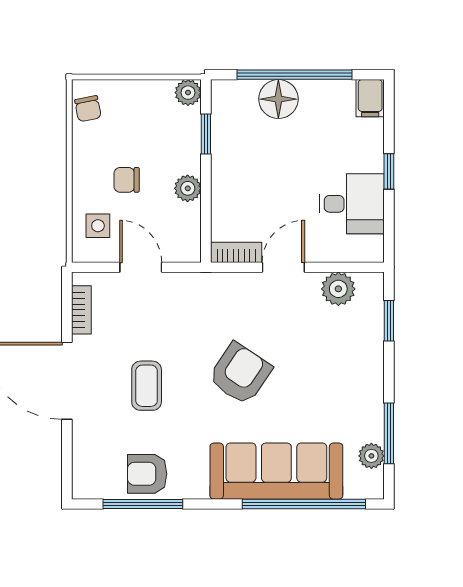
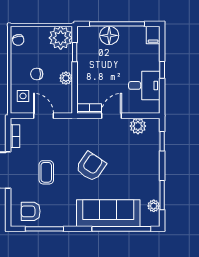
plant: (188, 93) -> (61, 38), width x1.87, depth x1.87
armchair: (147, 474) -> (31, 211), moved

